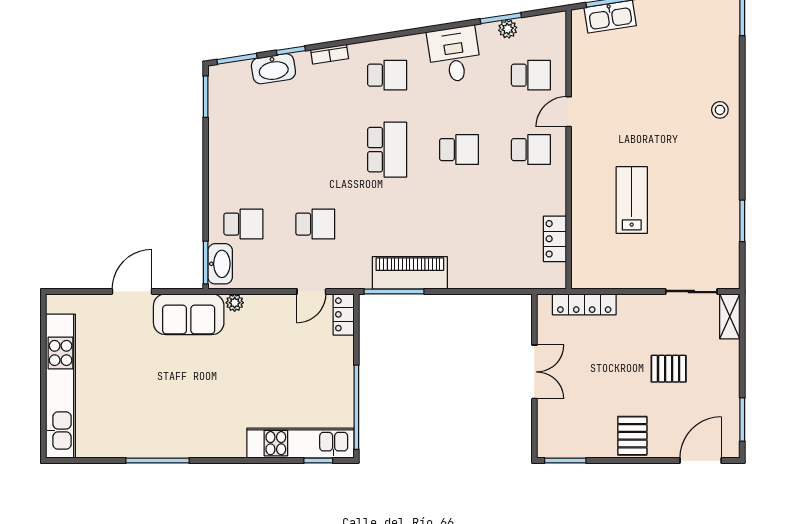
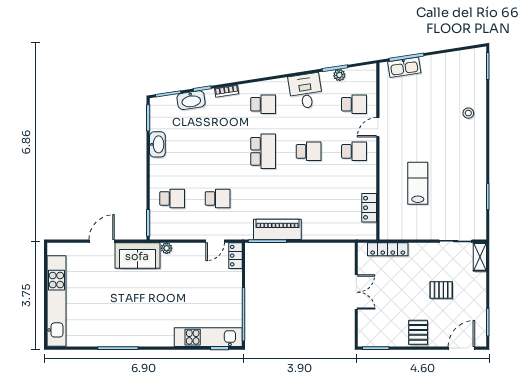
stool: (720, 110) -> (468, 113), moved
washbasin: (220, 264) -> (157, 144), moved

